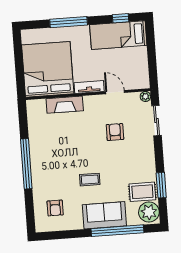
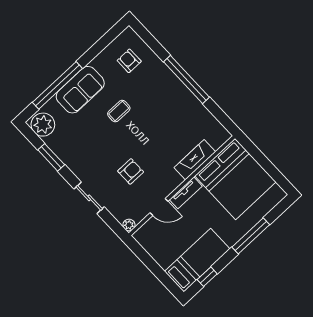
sliding door: (156, 121) -> (89, 198), moved
armchair: (115, 132) -> (131, 171), turned -90
rug: (142, 192) -> (63, 138), removed

